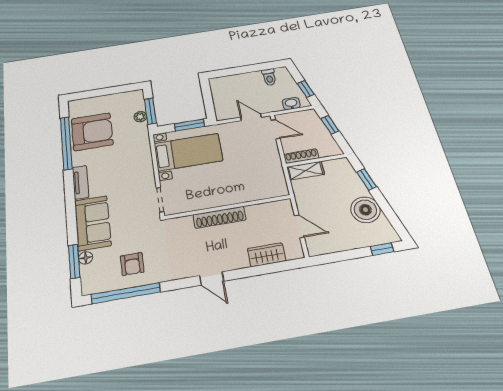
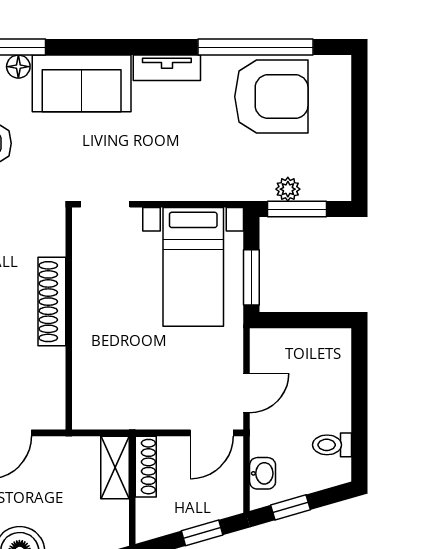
armchair: (92, 132) -> (271, 97), turned -90

